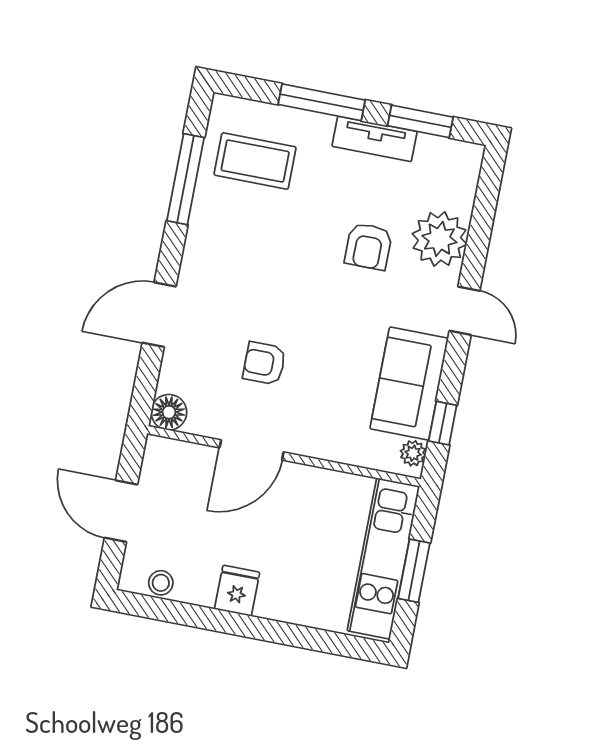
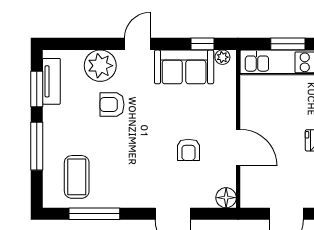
tv unit: (375, 139) -> (51, 81), moved
armchair: (368, 246) -> (112, 105), turned 180

